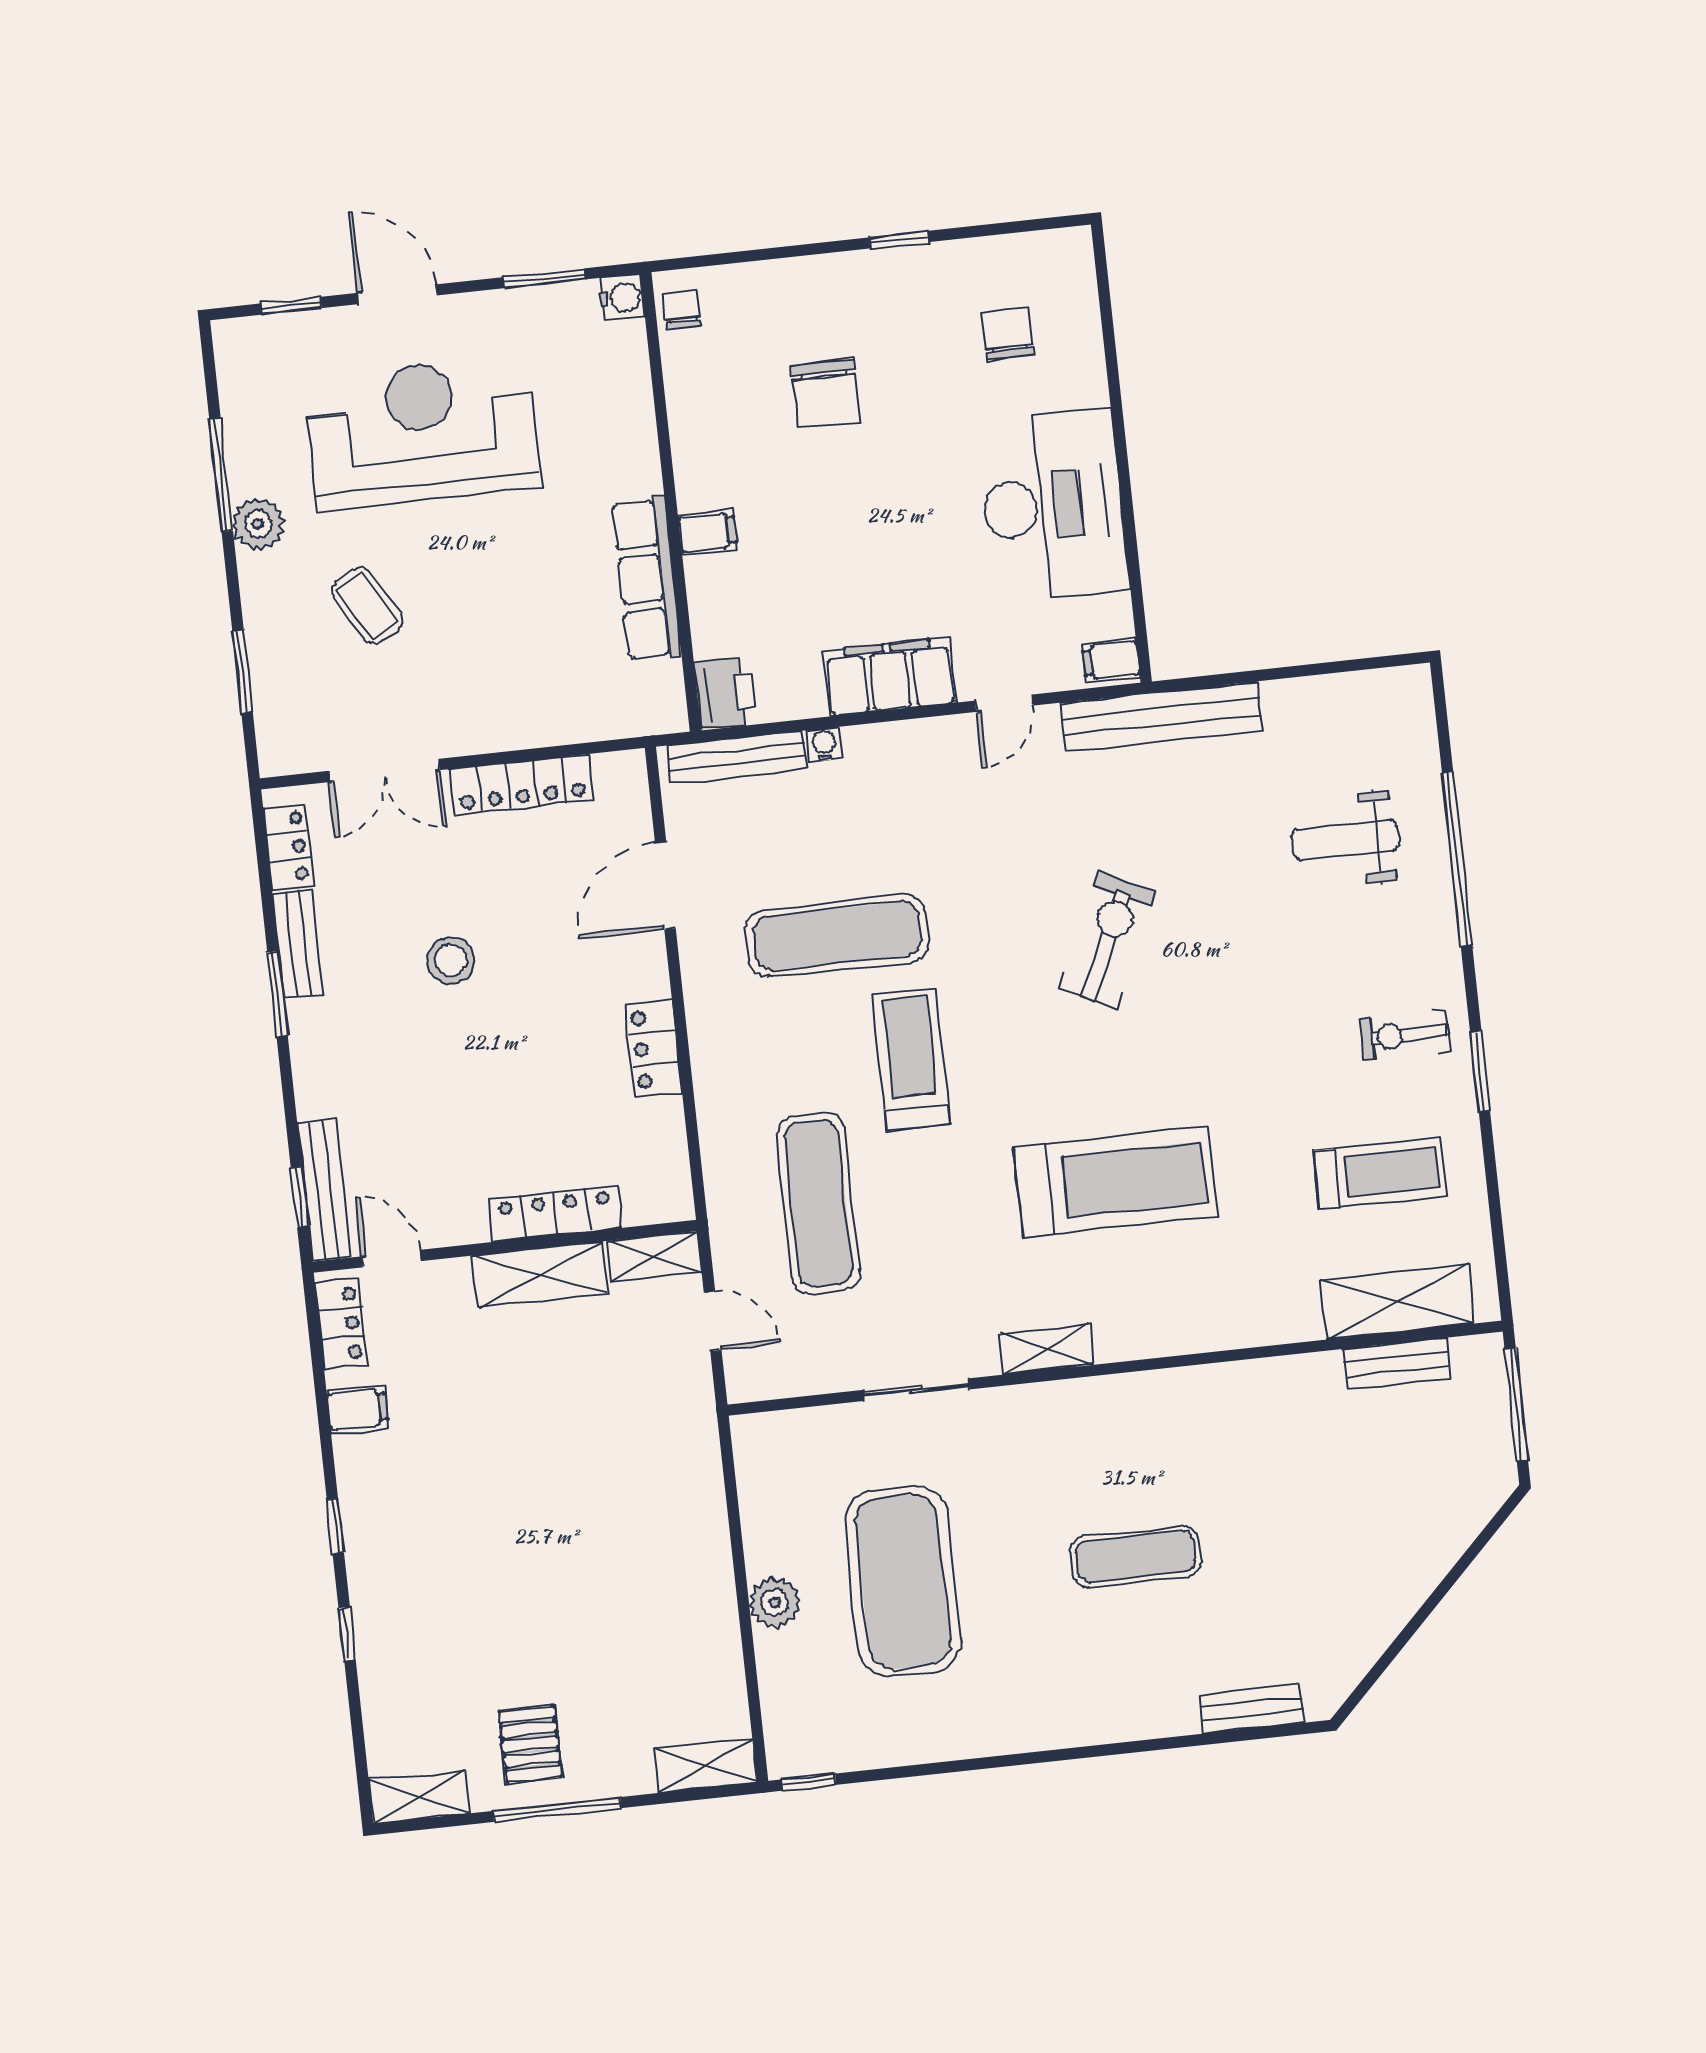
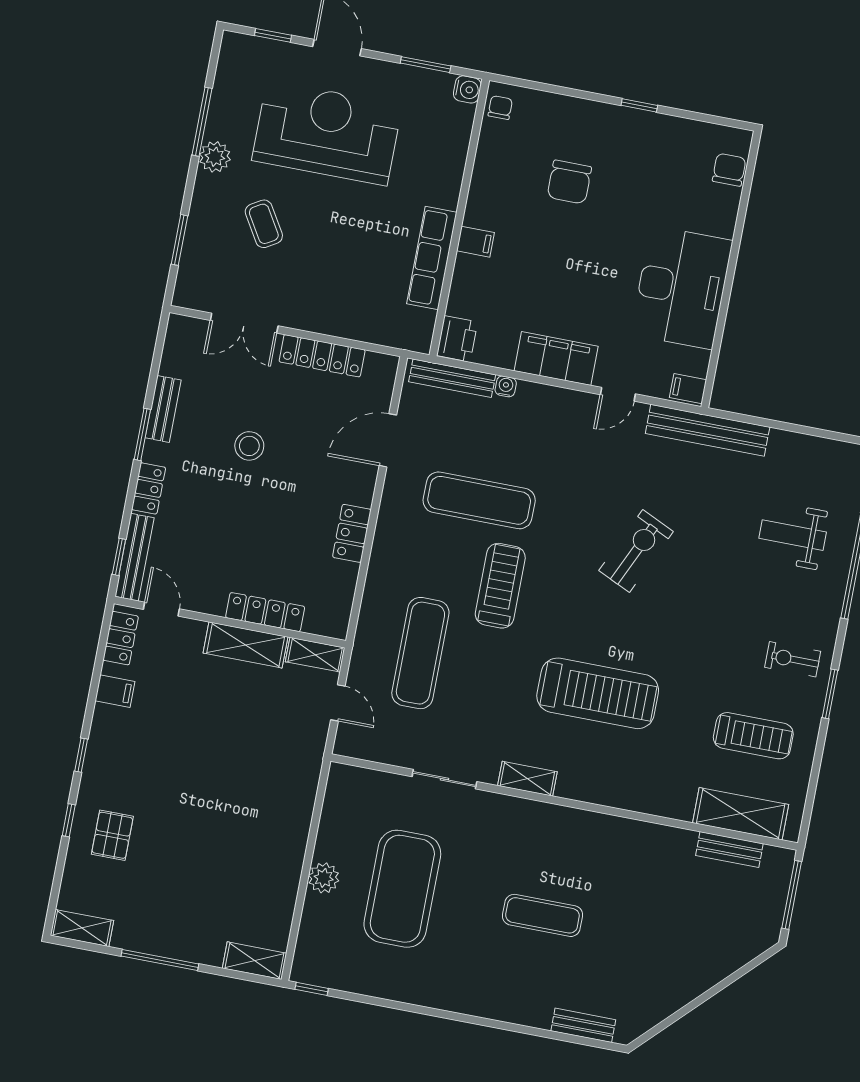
chair: (1008, 334) -> (729, 170), moved
locker: (288, 847) -> (149, 488), moved
pallet: (530, 1744) -> (112, 835), moved

